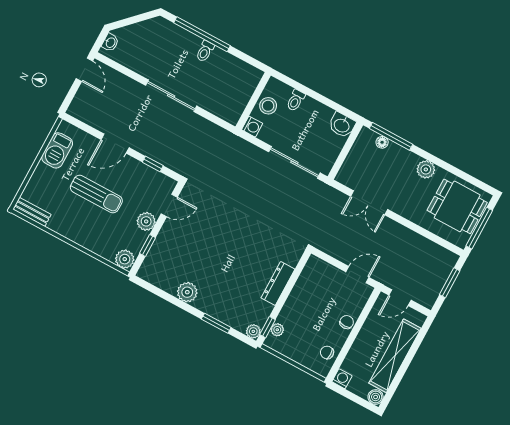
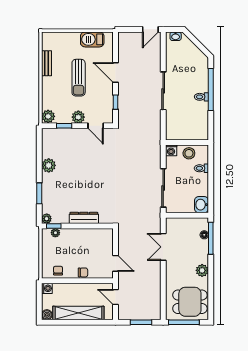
dining table: (457, 206) -> (190, 302), turned 90
bench: (32, 212) -> (46, 63), moved

